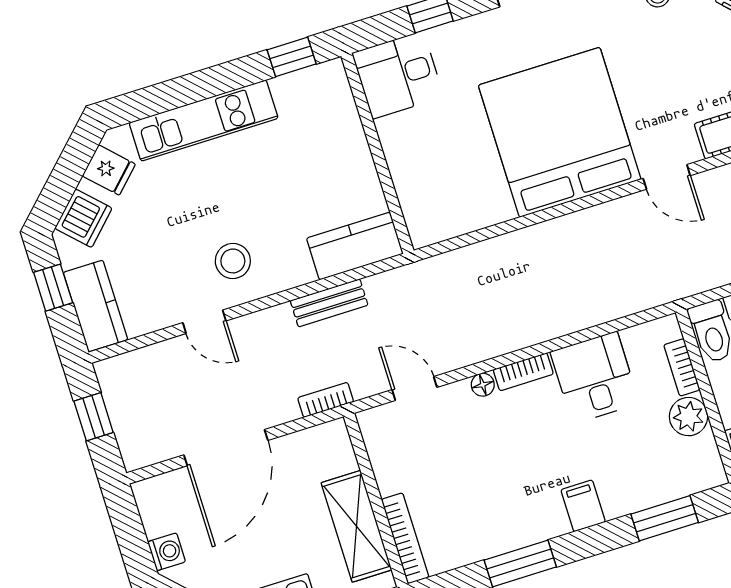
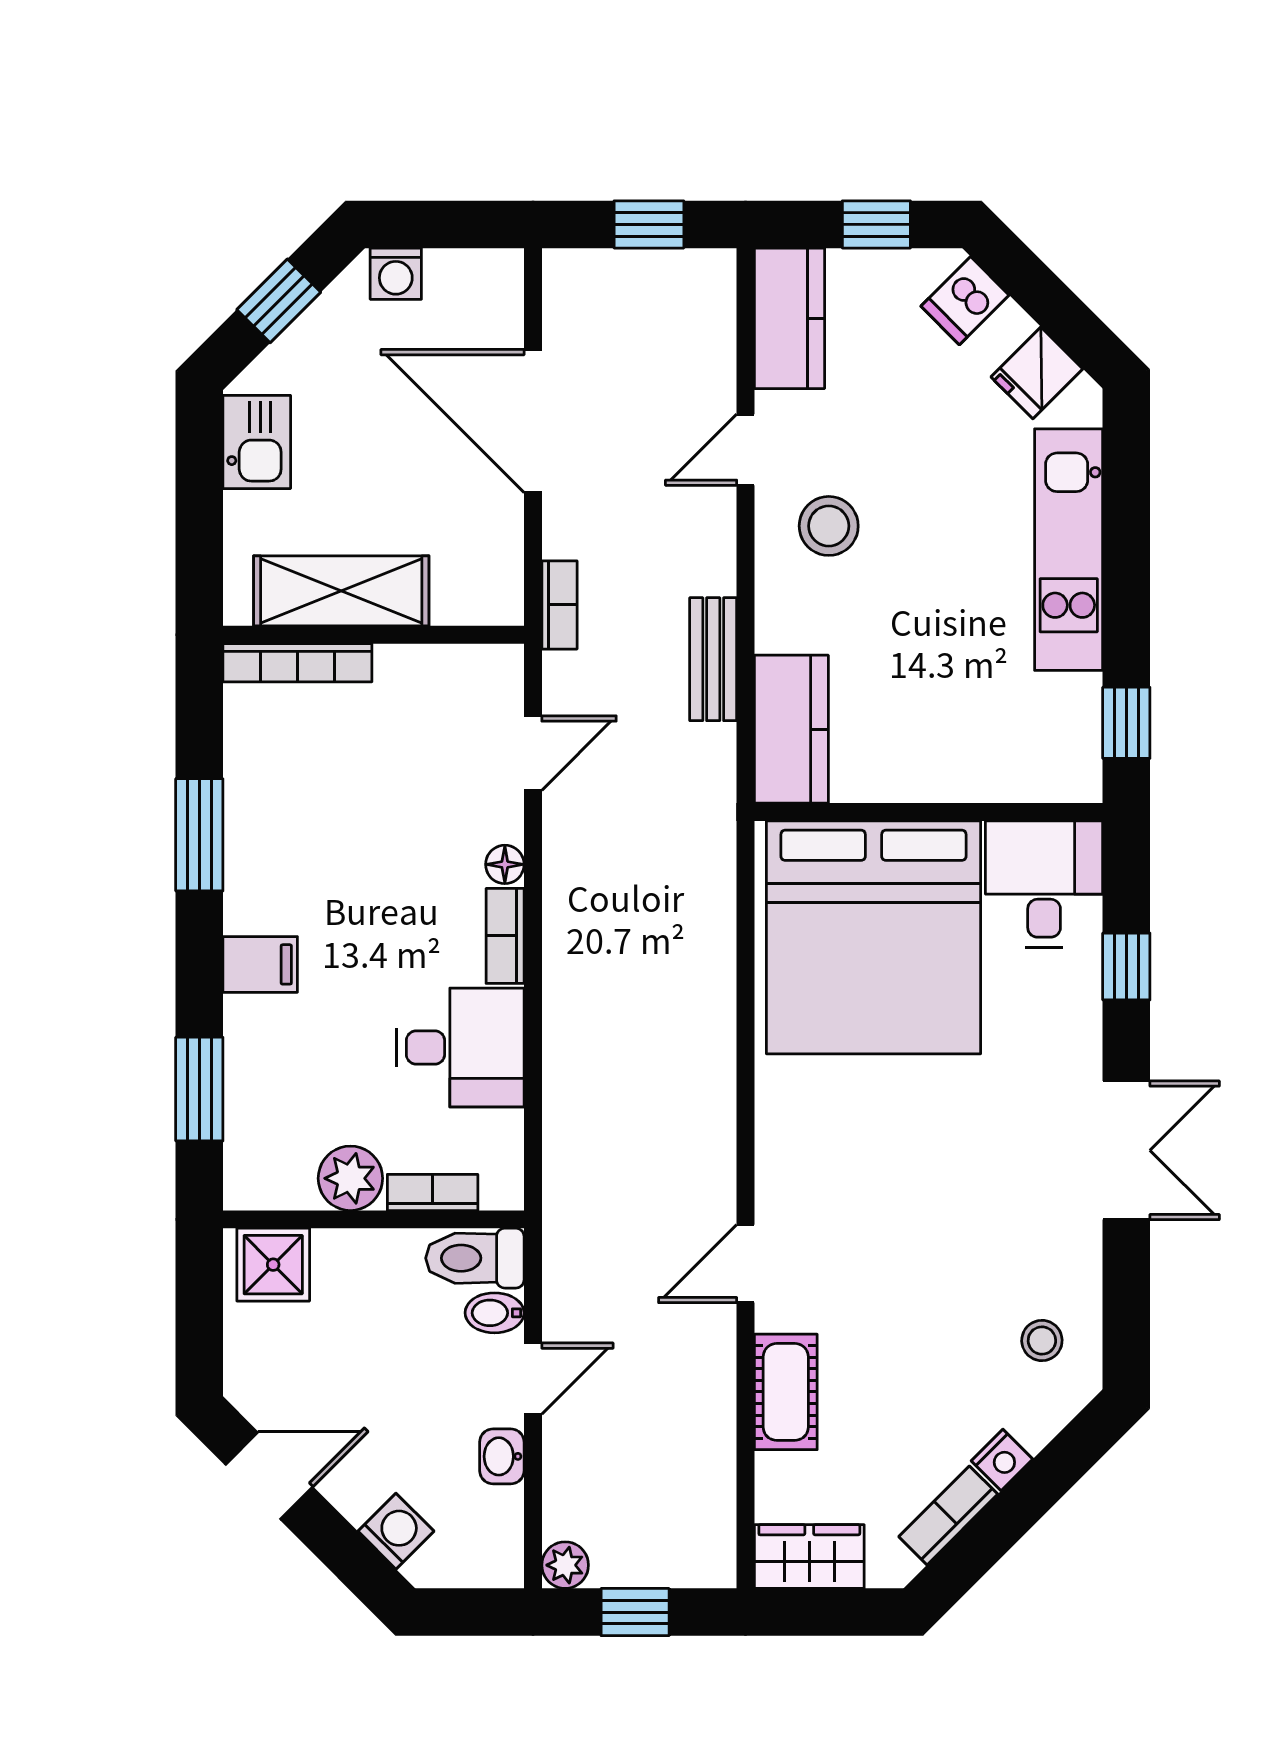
bed: (560, 132) -> (874, 937), moved, turned 90
dishwasher: (83, 218) -> (965, 301), width x0.73
kitchen counter: (96, 306) -> (789, 318), moved, turned -90

